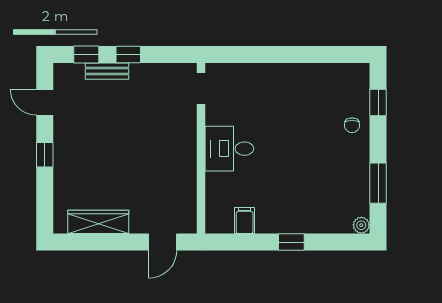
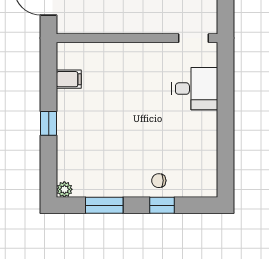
window: (378, 102) -> (162, 205), moved
desk: (229, 149) -> (195, 89), moved, turned 90

